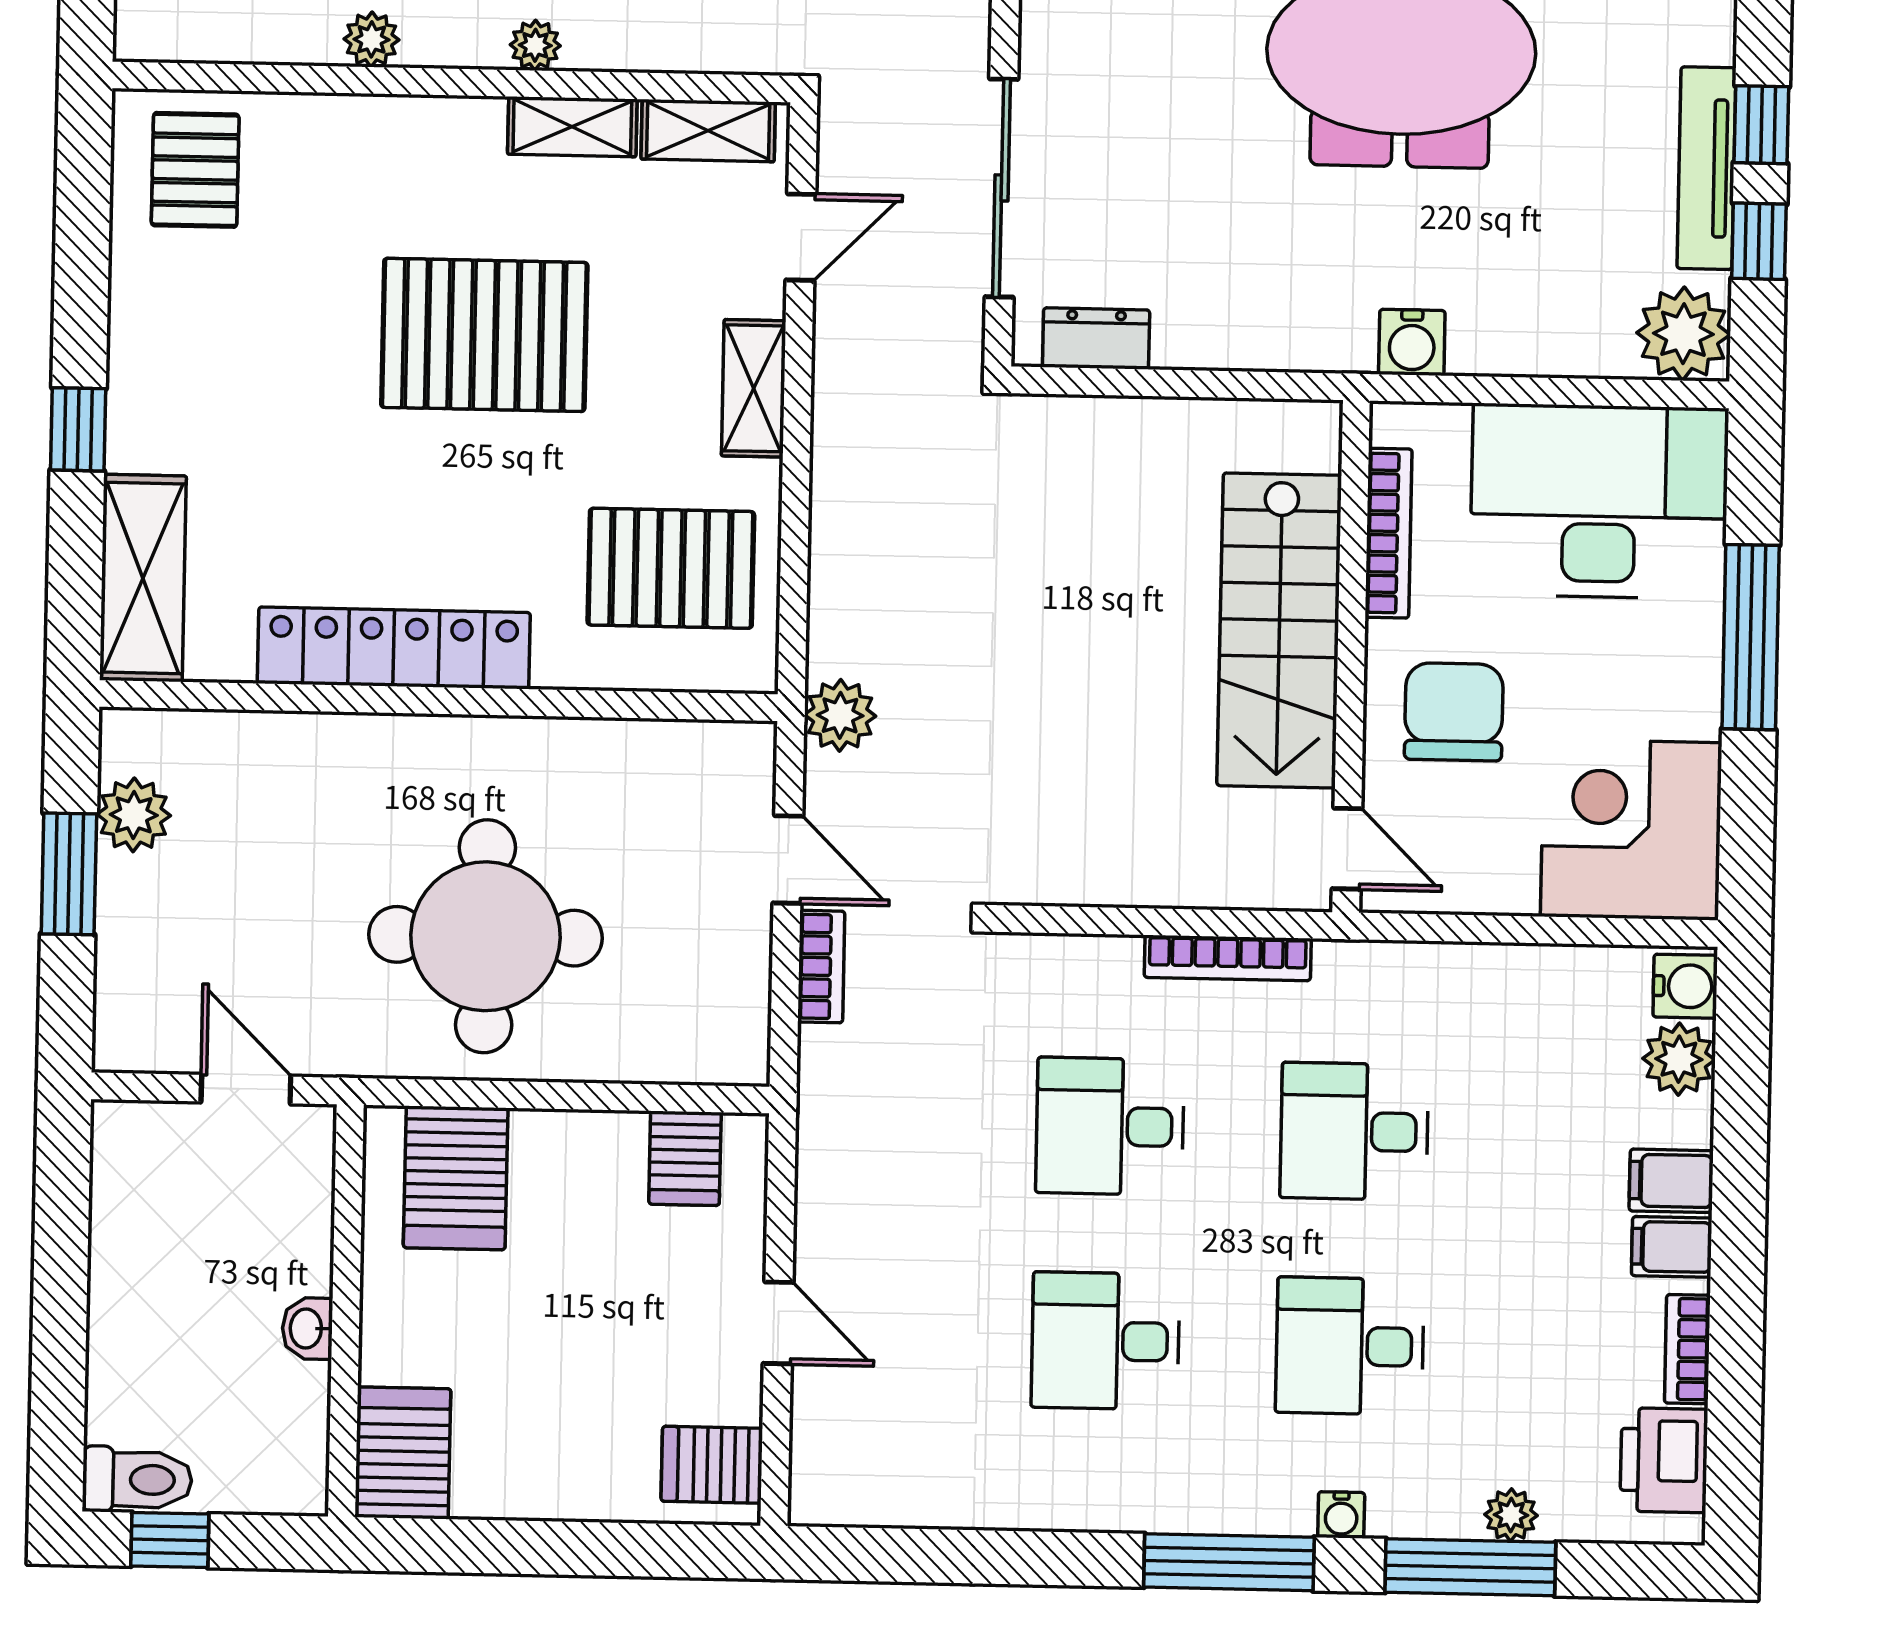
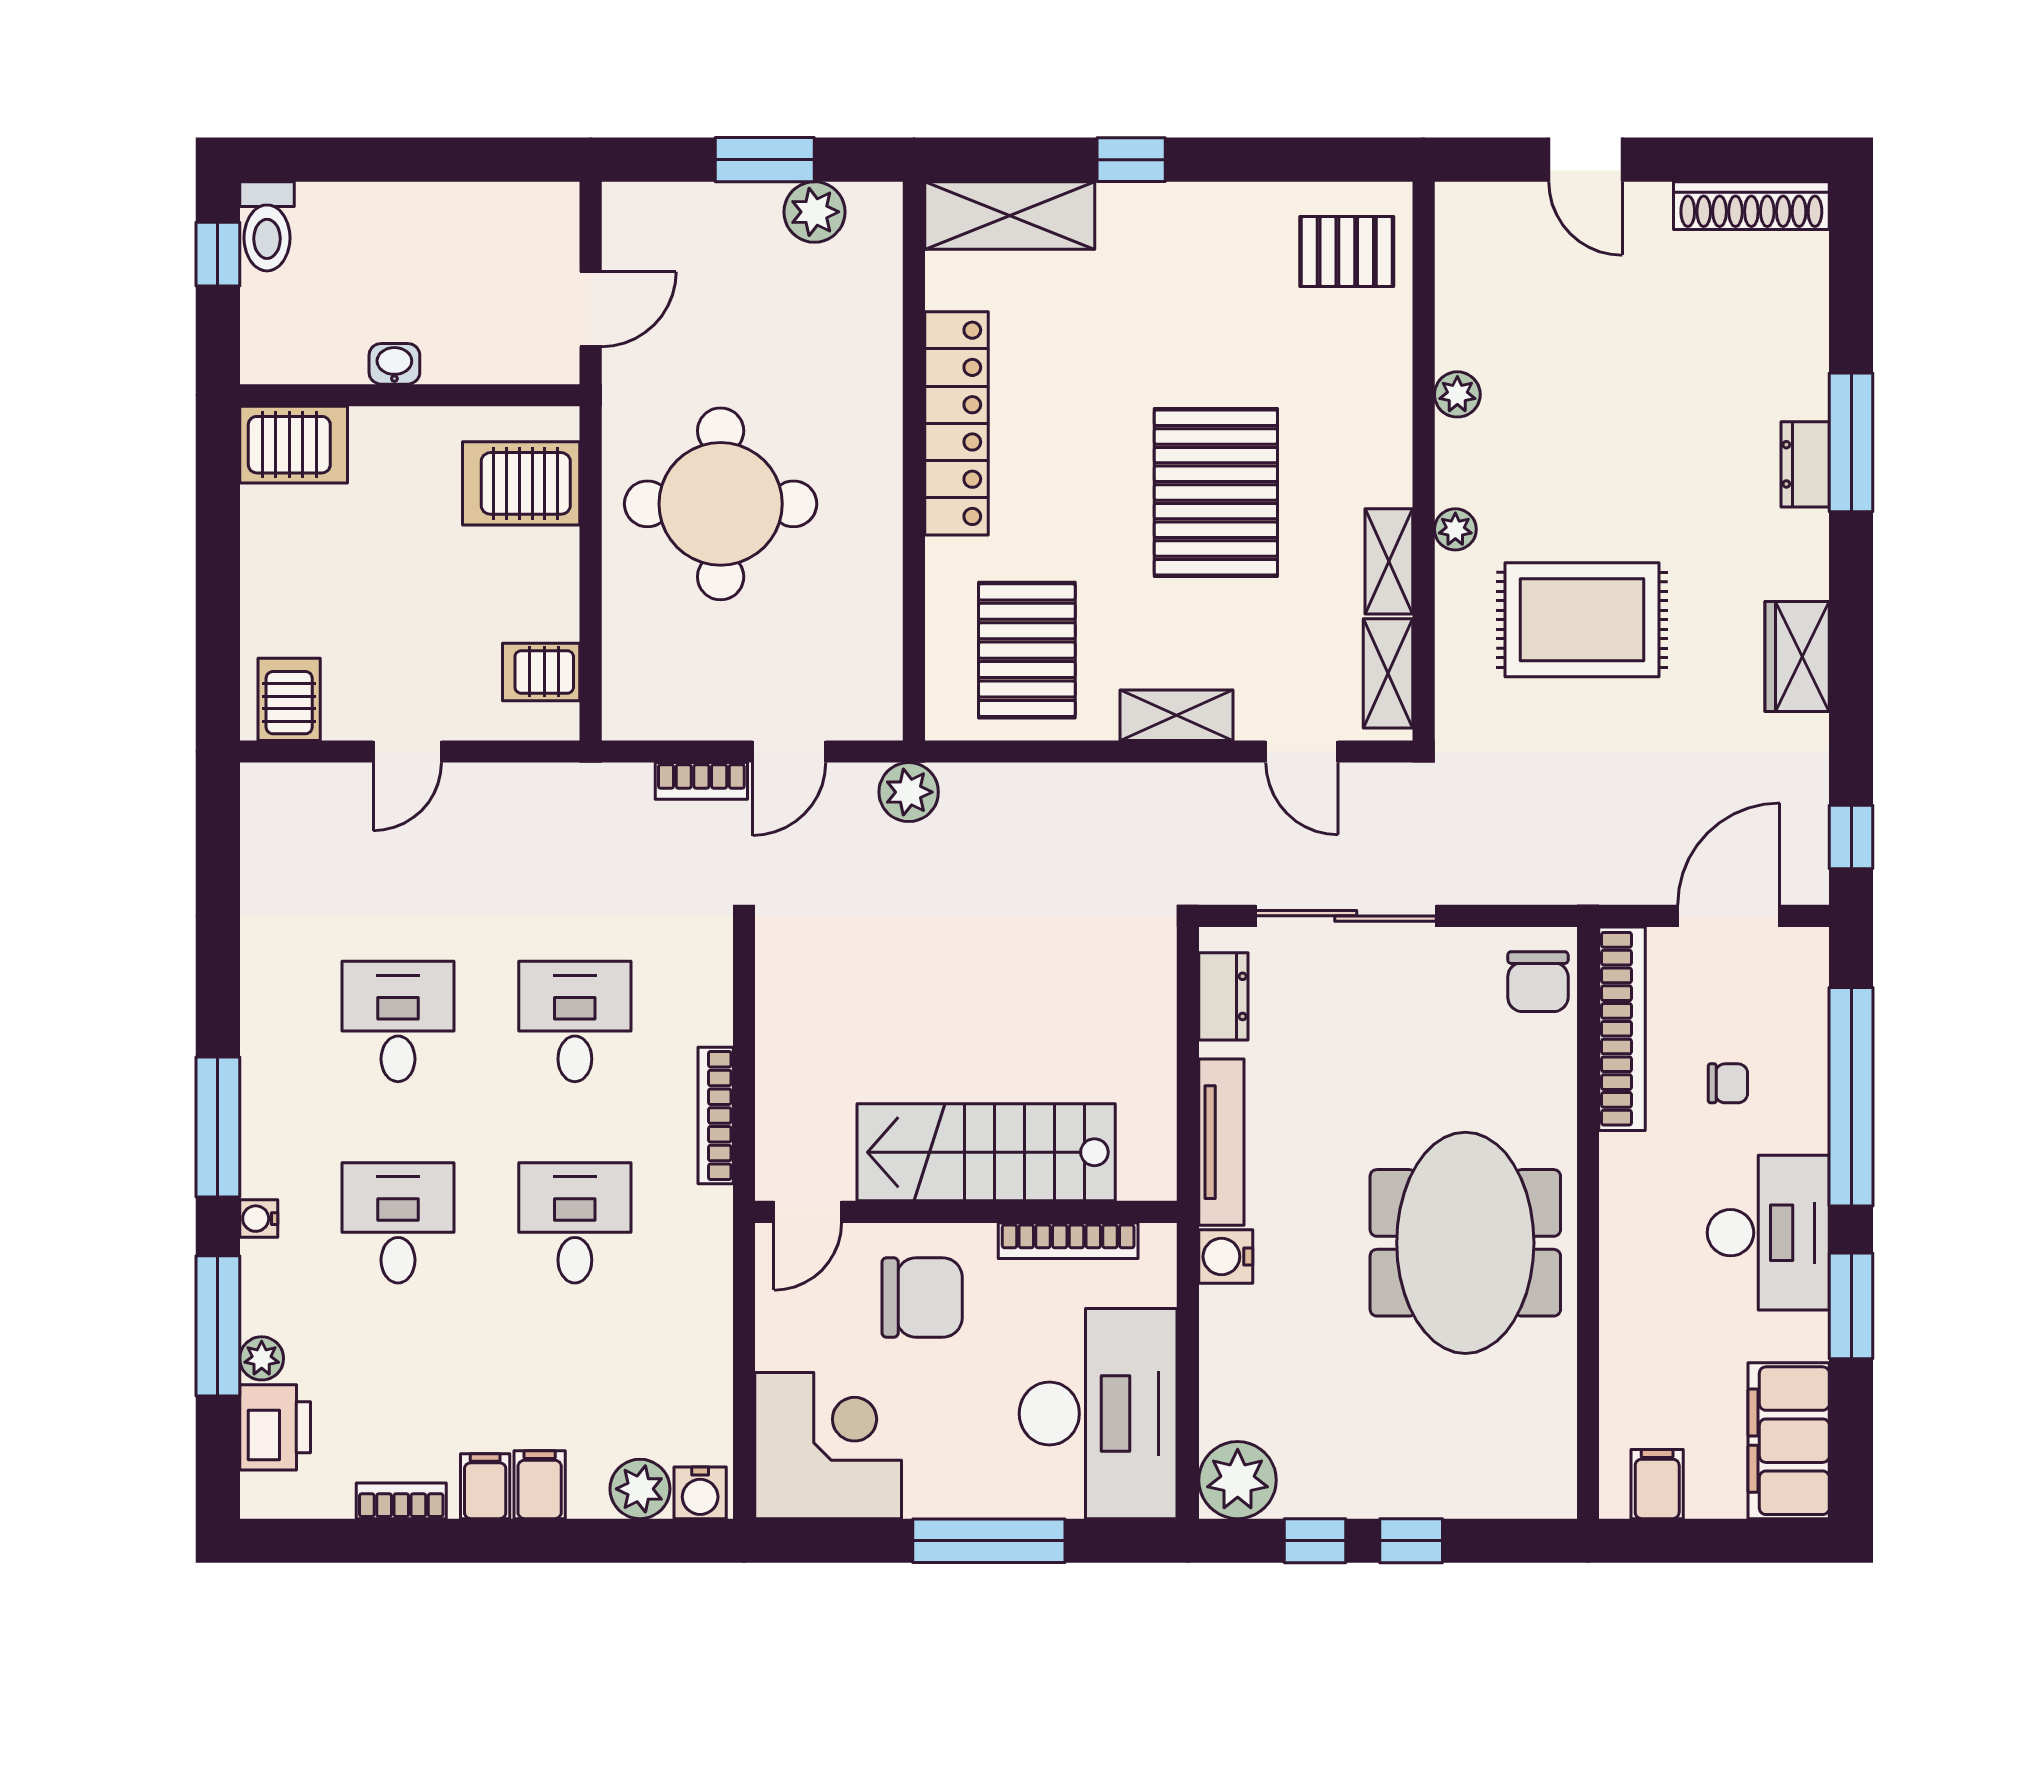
tv unit: (1706, 168) -> (1221, 1142), moved, turned 90
printer: (1664, 1460) -> (275, 1427), moved, turned 90

